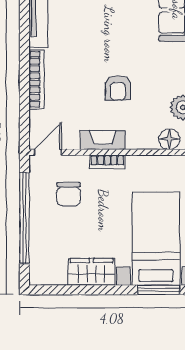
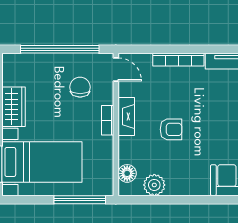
armchair: (118, 88) -> (171, 129), turned 180
chair: (69, 194) -> (80, 87), turned 90

